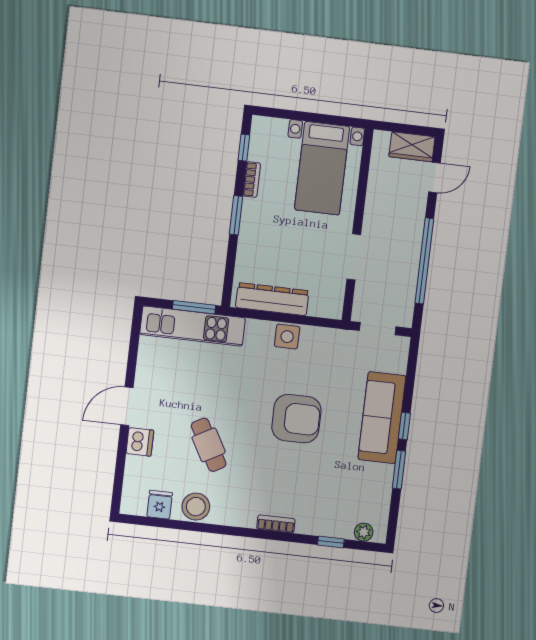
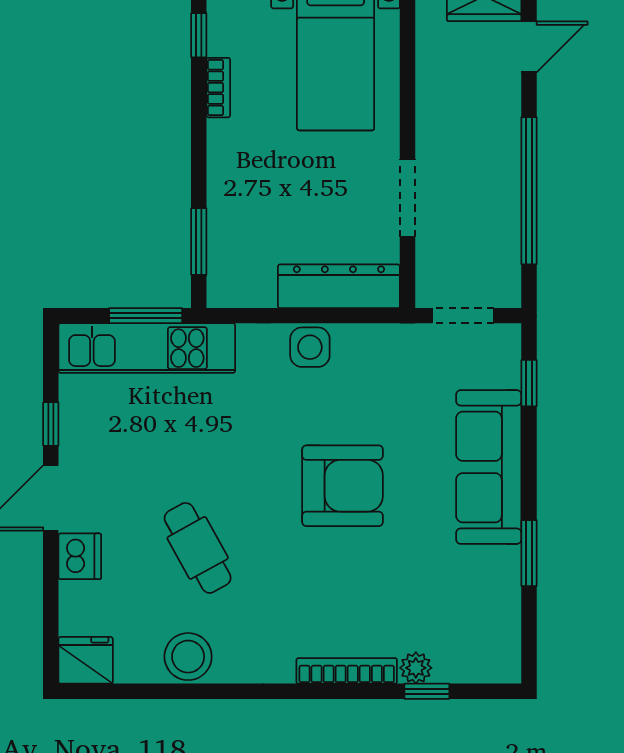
window: (236, 215) -> (199, 242), moved
dresser: (272, 299) -> (339, 286), moved
window: (132, 364) -> (51, 424), added
window: (404, 426) -> (529, 383), moved
fridge: (160, 505) -> (86, 660), moved, width x1.38
bookcase: (276, 524) -> (347, 671), width x1.56
plant: (364, 532) -> (416, 668), moved

